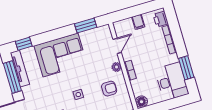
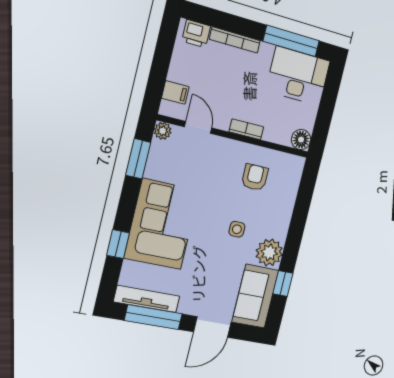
filing cabinet: (138, 22) -> (175, 93), moved
window: (24, 44) -> (118, 244), moved
plant: (117, 67) -> (163, 131), moved
window: (186, 68) -> (291, 41), width x1.44

